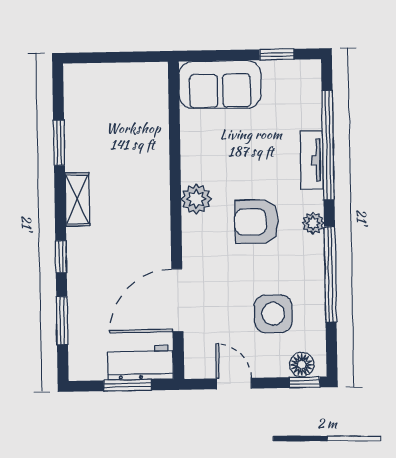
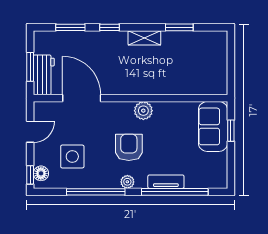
window: (277, 55) -> (231, 131), moved

